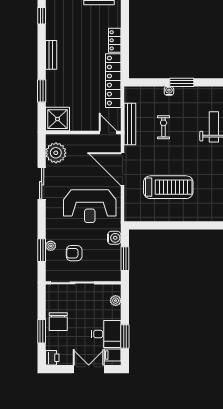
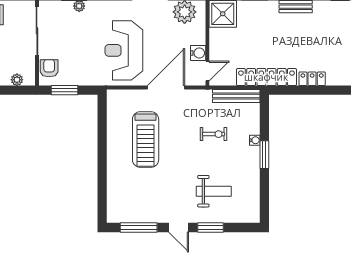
bench: (130, 124) -> (236, 96), moved
water cooler: (114, 238) -> (198, 53), moved, turned -90
armchair: (74, 253) -> (49, 68), moved

